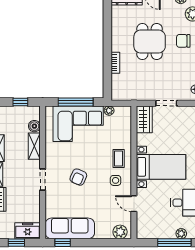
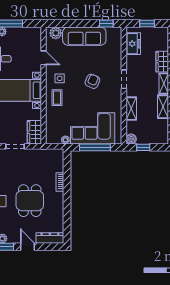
boiler: (34, 126) -> (131, 139), moved
sofa: (70, 228) -> (84, 36), moved
freezer: (28, 231) -> (133, 44), moved, turned -90

